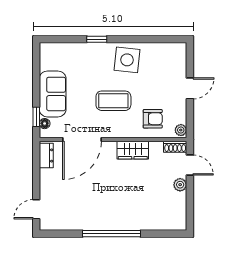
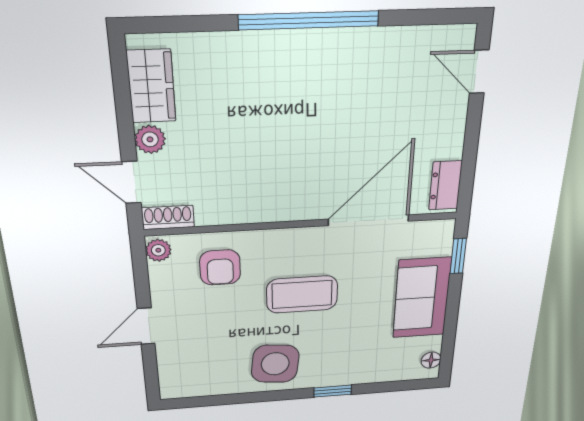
armchair: (153, 119) -> (220, 268), turned -90
floor lamp: (45, 124) -> (431, 360), moved
wardrobe: (133, 150) -> (151, 86), moved, turned 90
door: (36, 209) -> (479, 72), swing flipped

